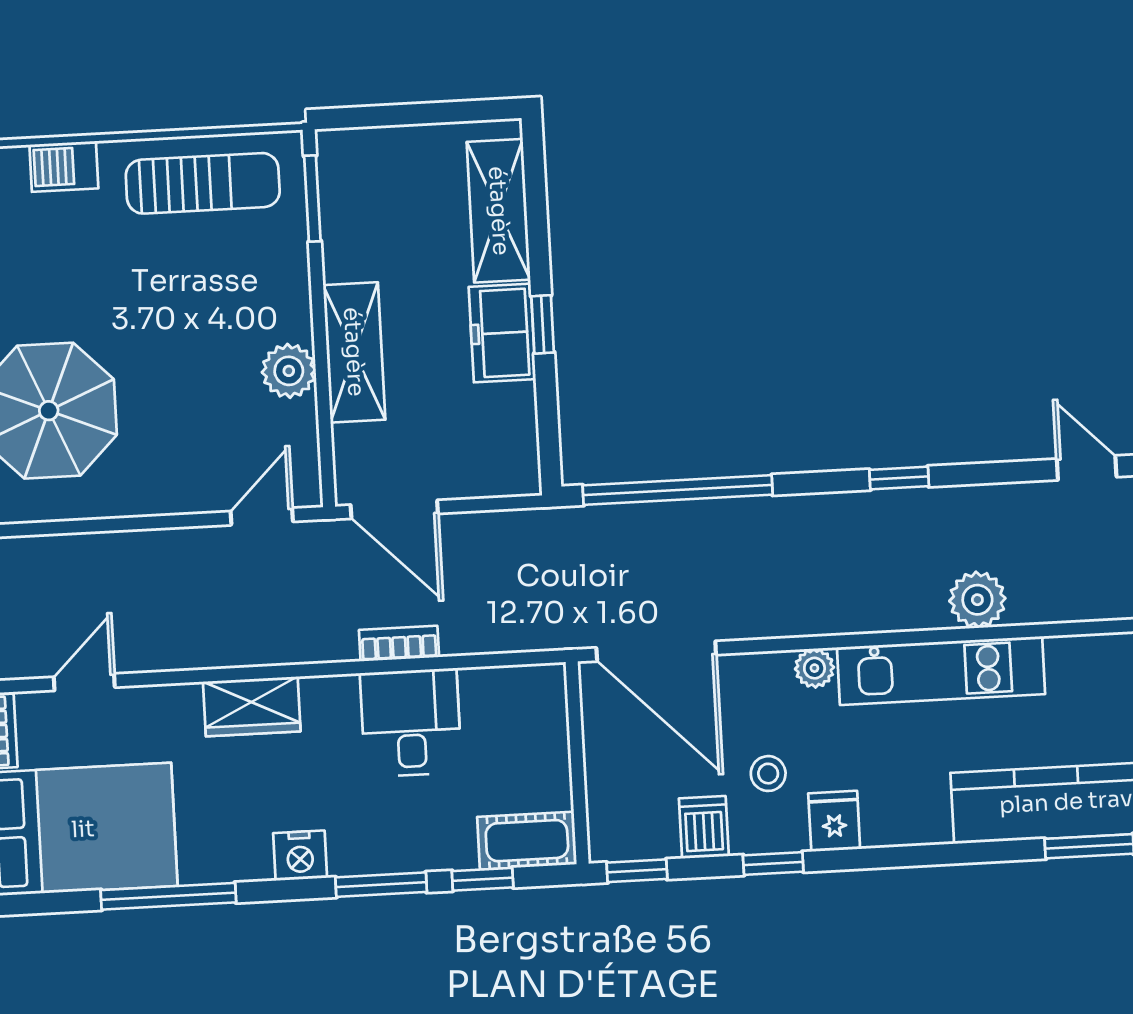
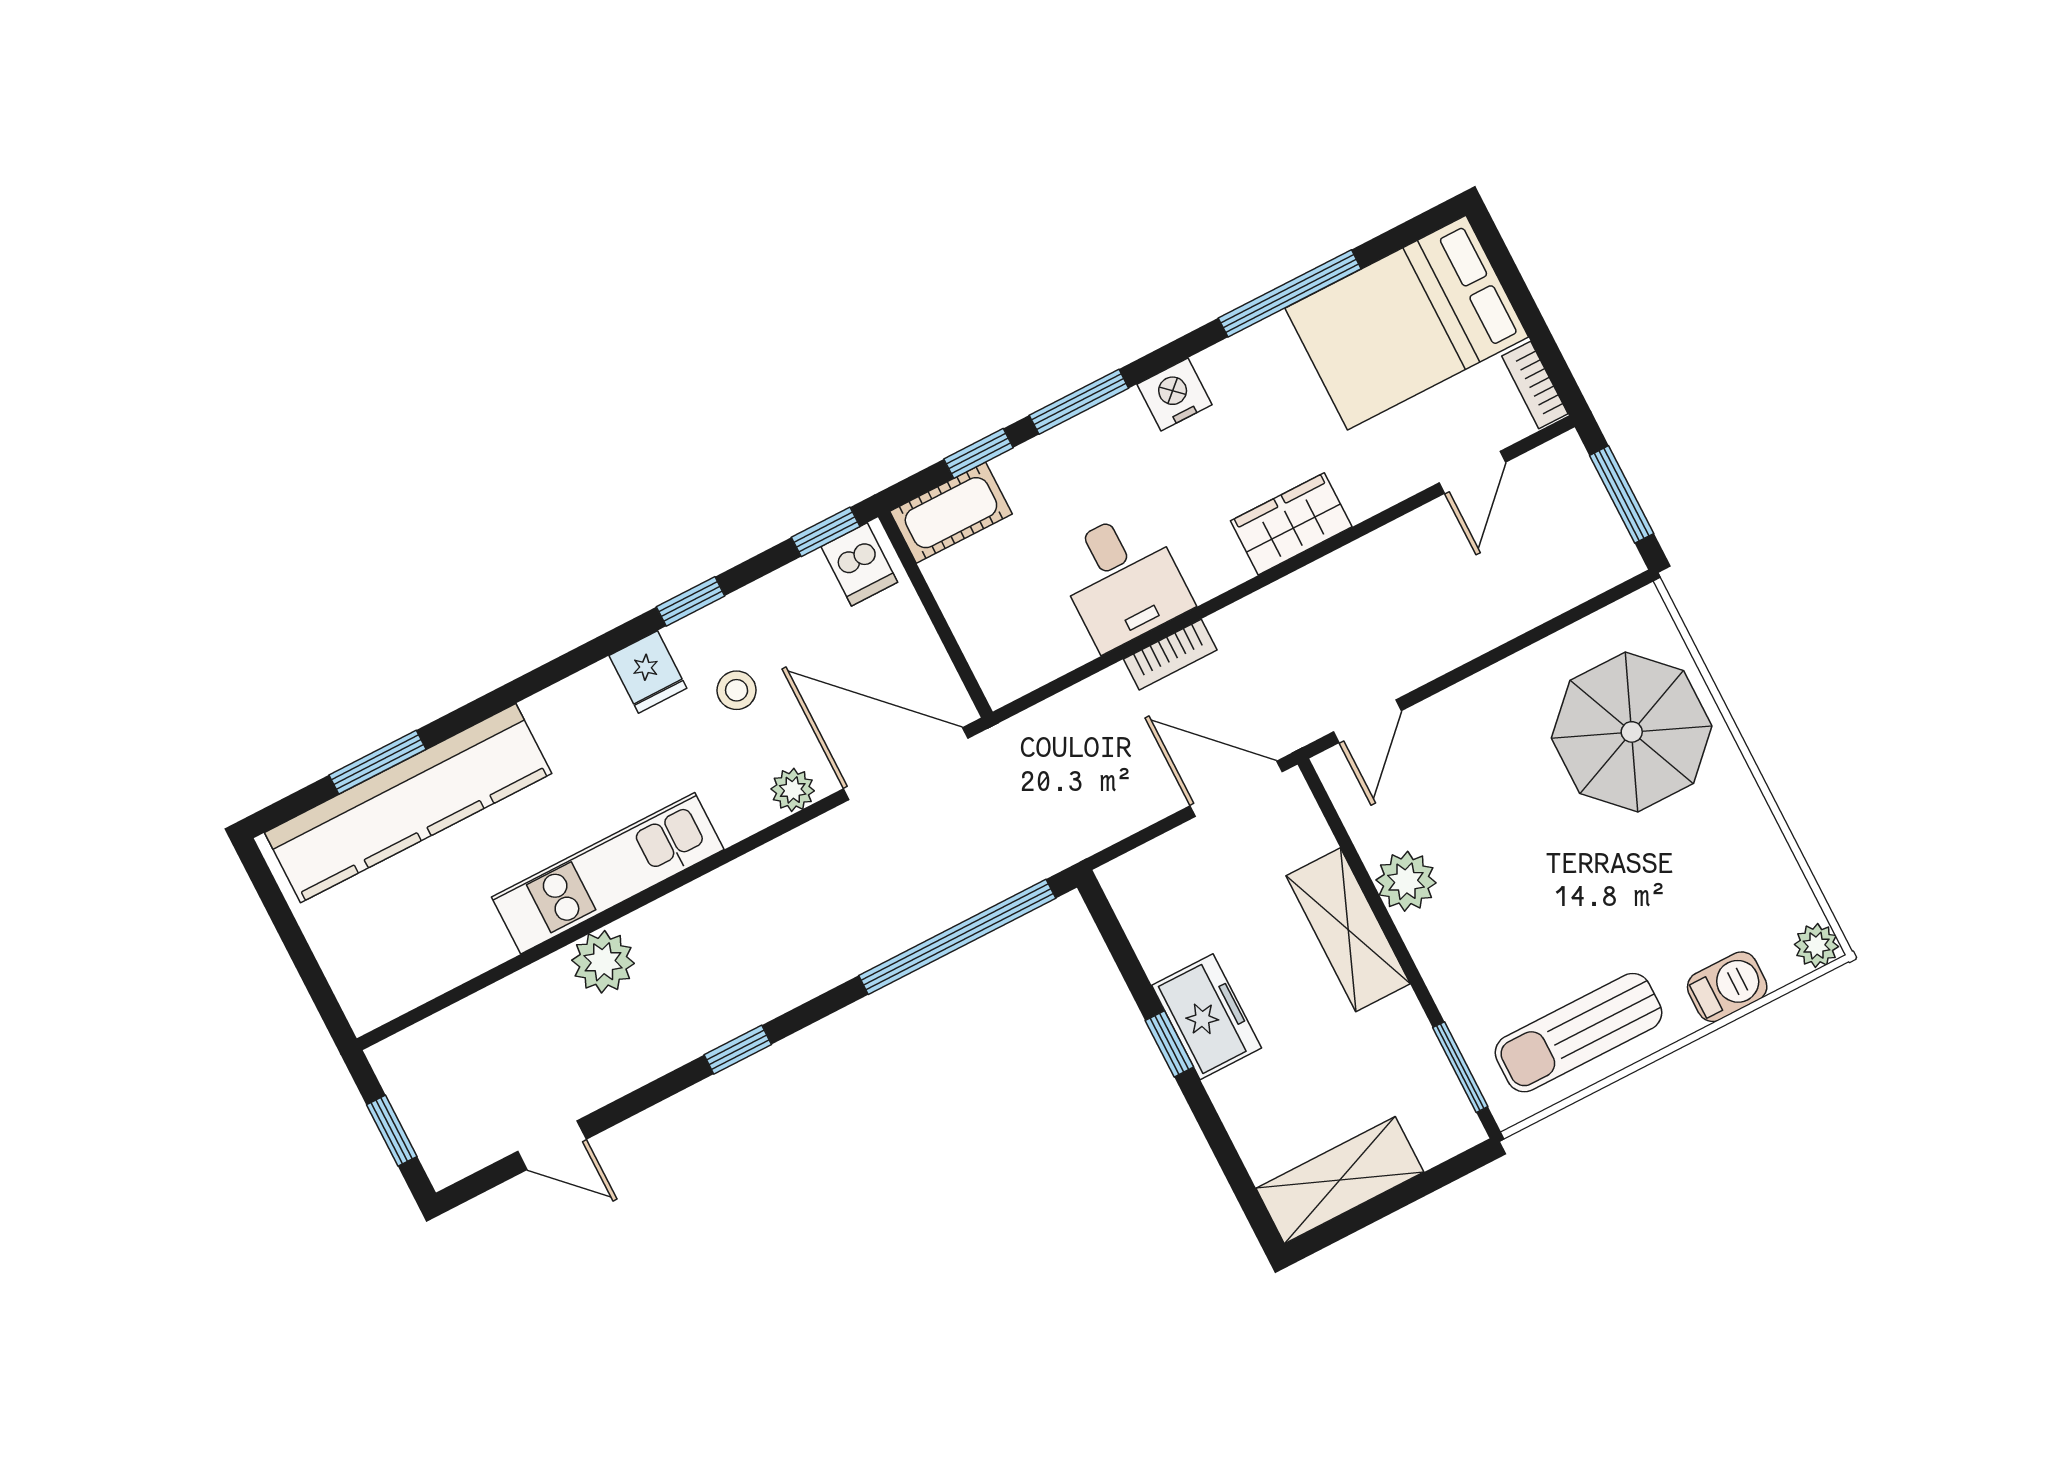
shelving: (499, 211) -> (1340, 1180), moved, turned 90
plant: (814, 668) -> (793, 790), moved
dishwasher: (704, 827) -> (859, 564), moved

